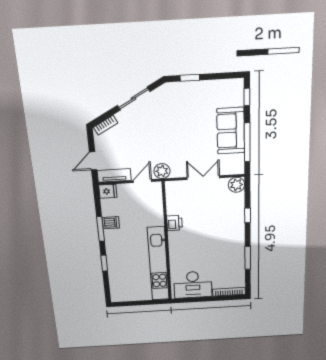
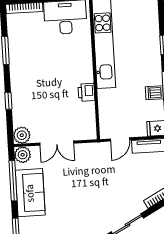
plant: (162, 171) -> (23, 155), moved

